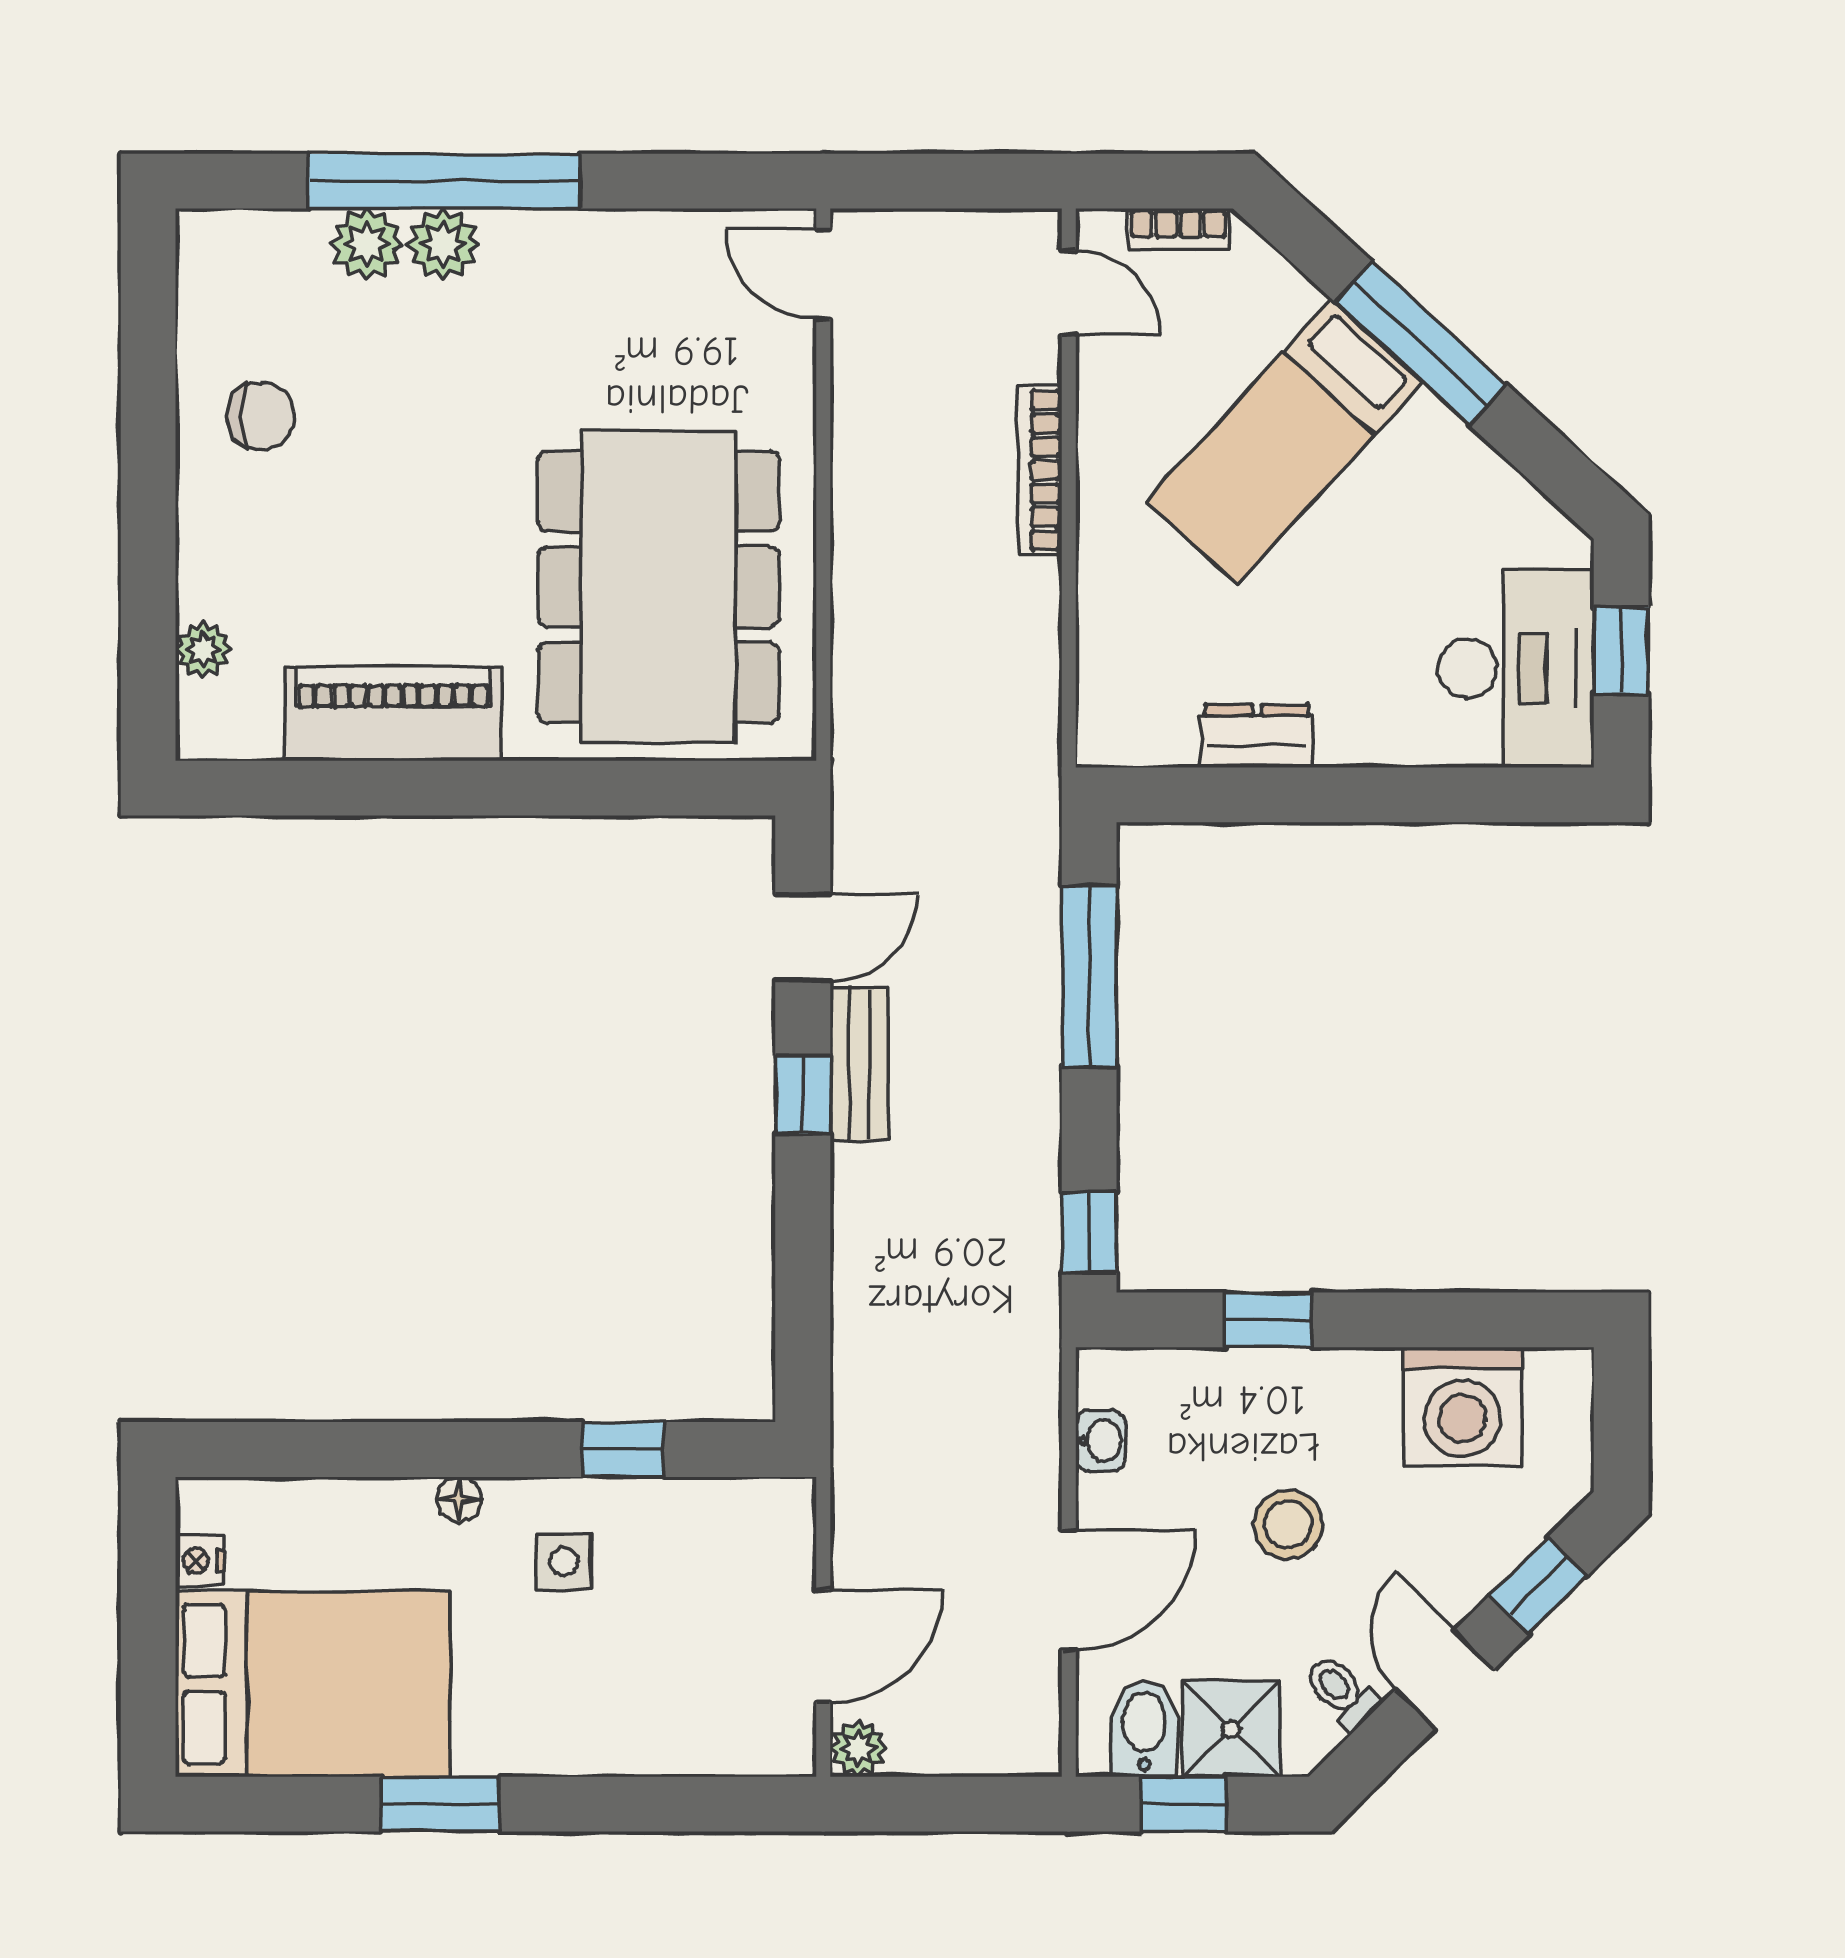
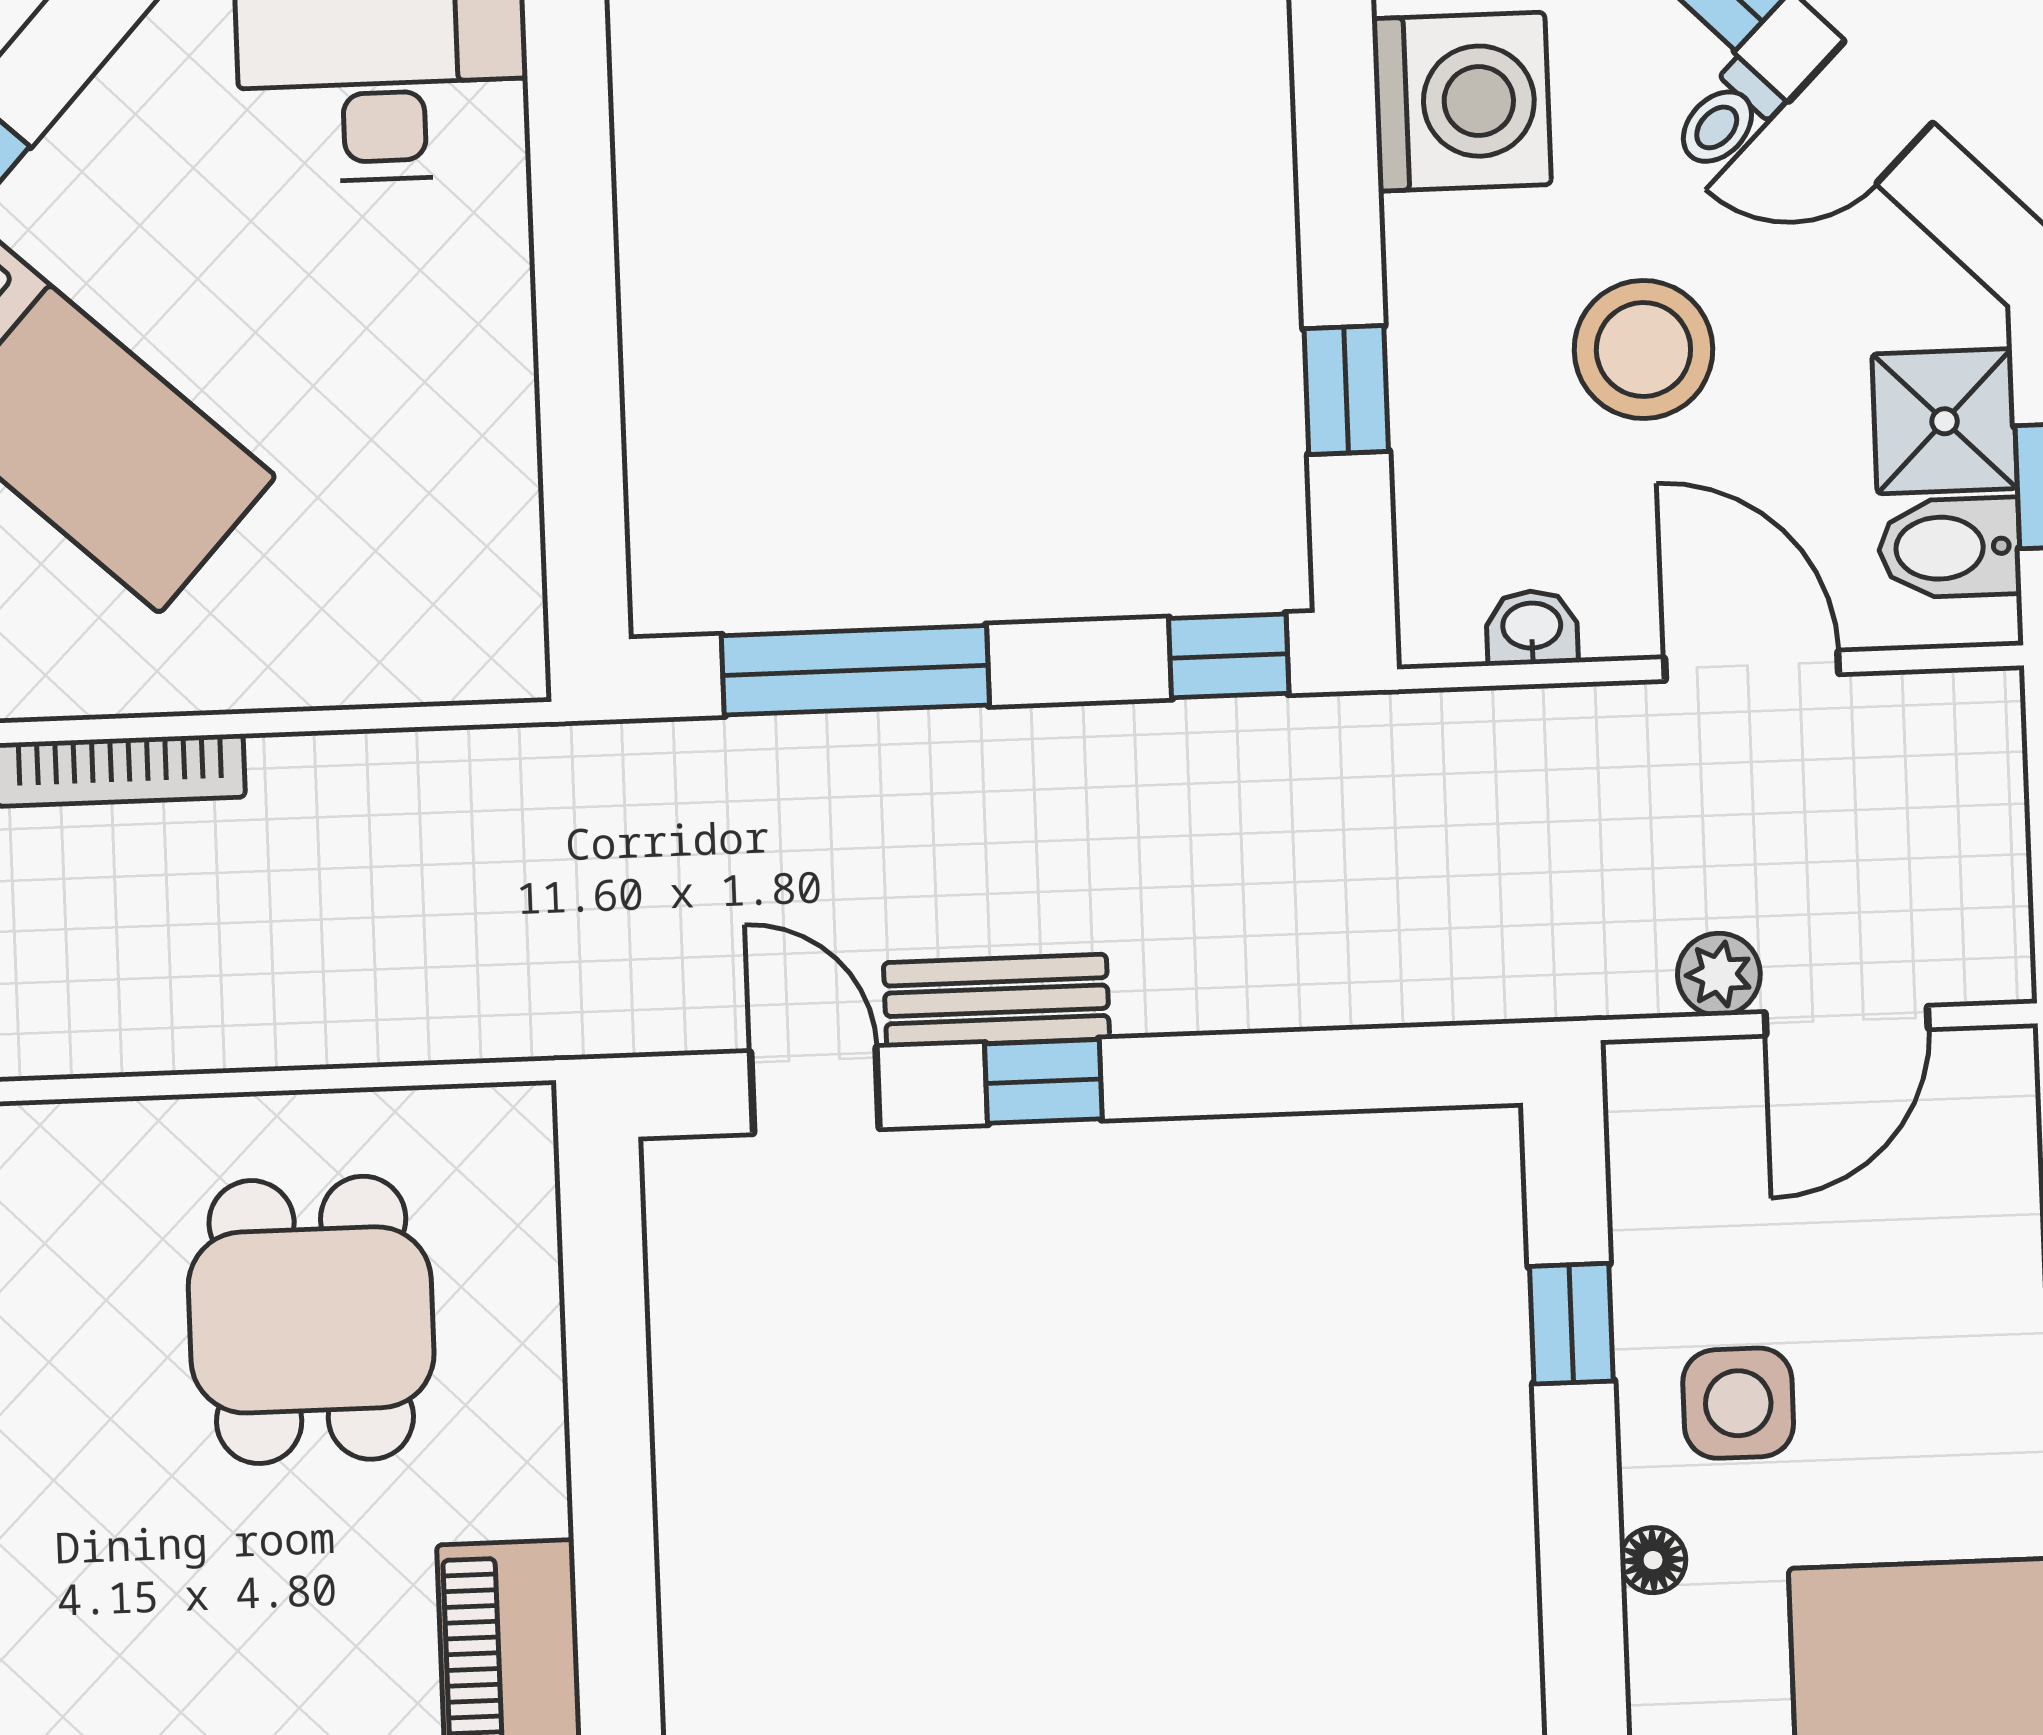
dining table: (659, 587) -> (311, 1320), width x0.53, depth x0.80
dresser: (1257, 736) -> (495, 439), removed
stool: (1288, 1524) -> (1643, 350), width x1.38, depth x1.38
side table: (564, 1562) -> (1738, 1403), width x1.37, depth x1.37
door: (823, 1646) -> (1847, 1021), swing flipped
toilet: (1342, 1692) -> (1727, 116), moved
plant: (858, 1749) -> (1719, 974), moved

